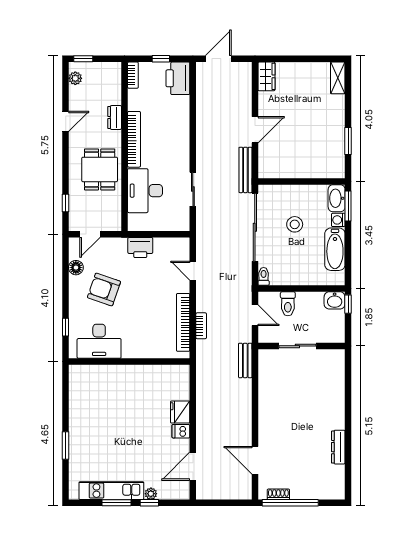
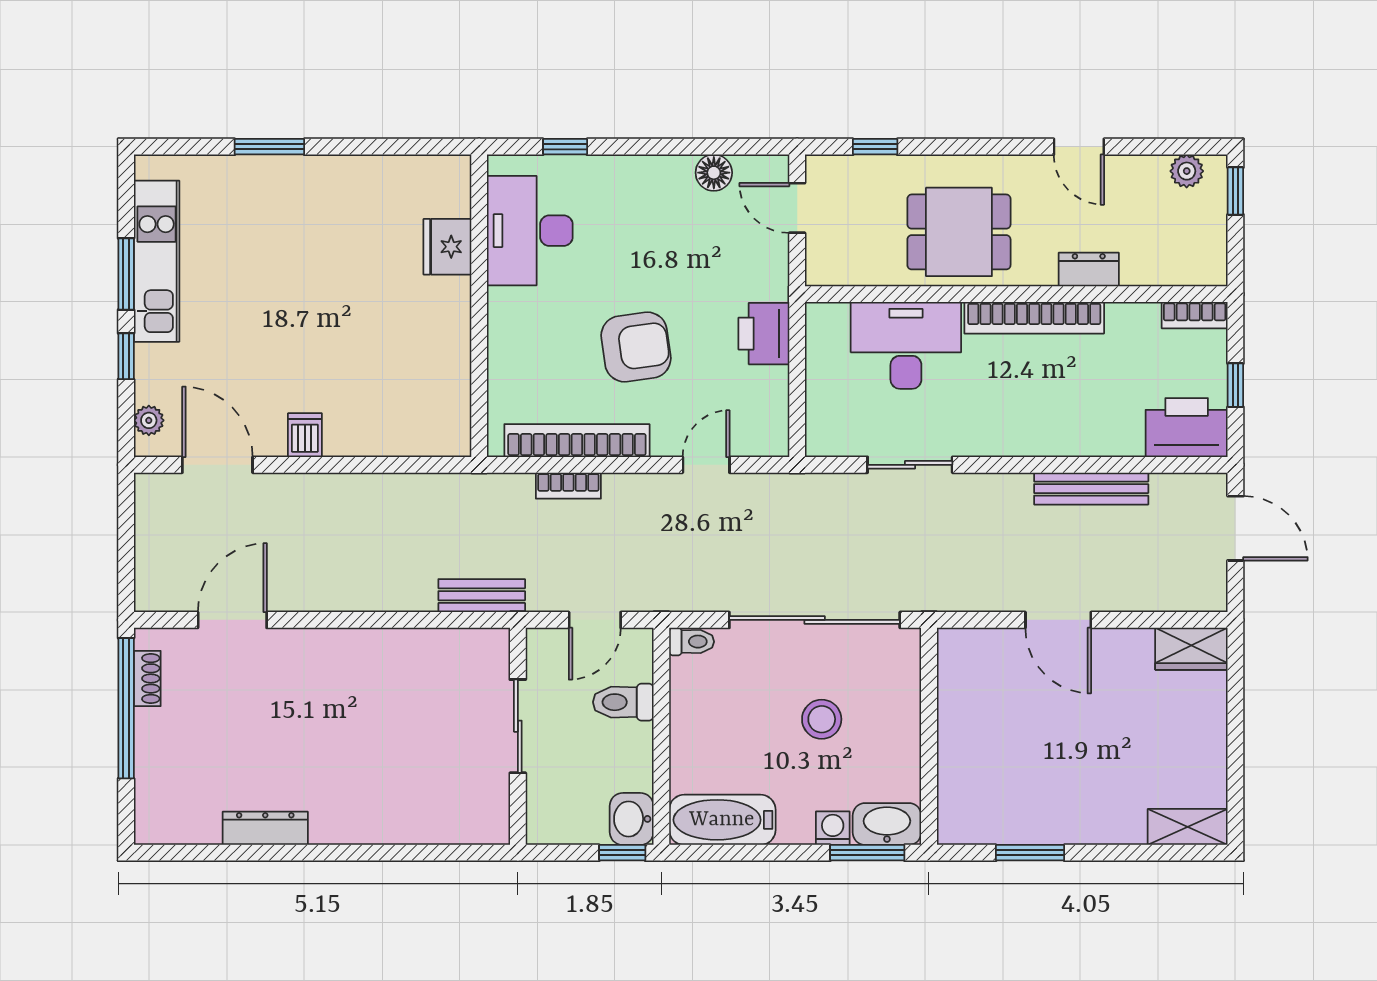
bench: (245, 170) -> (1091, 489), moved
bathtub: (335, 249) -> (722, 820), moved
armchair: (104, 289) -> (636, 347), moved, turned 63
fridge: (180, 412) -> (447, 247), moved, turned -90
plant: (151, 494) -> (149, 420), moved

